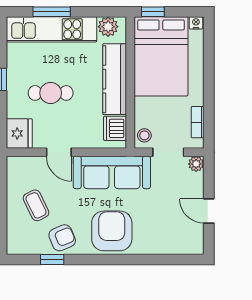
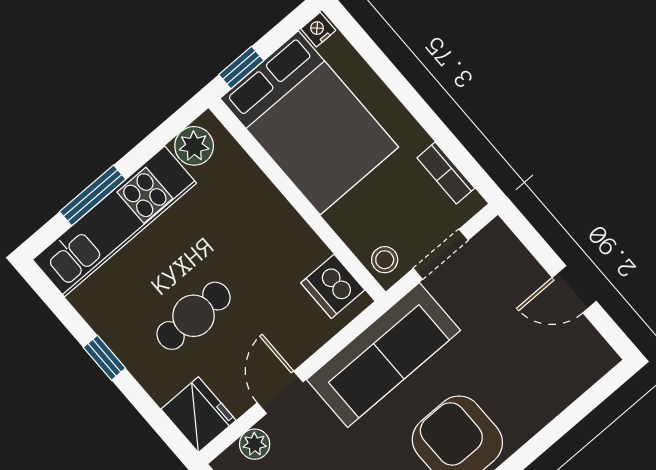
kitchen counter: (115, 79) -> (270, 215), removed
door: (59, 152) -> (280, 392), swing flipped
plant: (196, 164) -> (255, 444), moved

